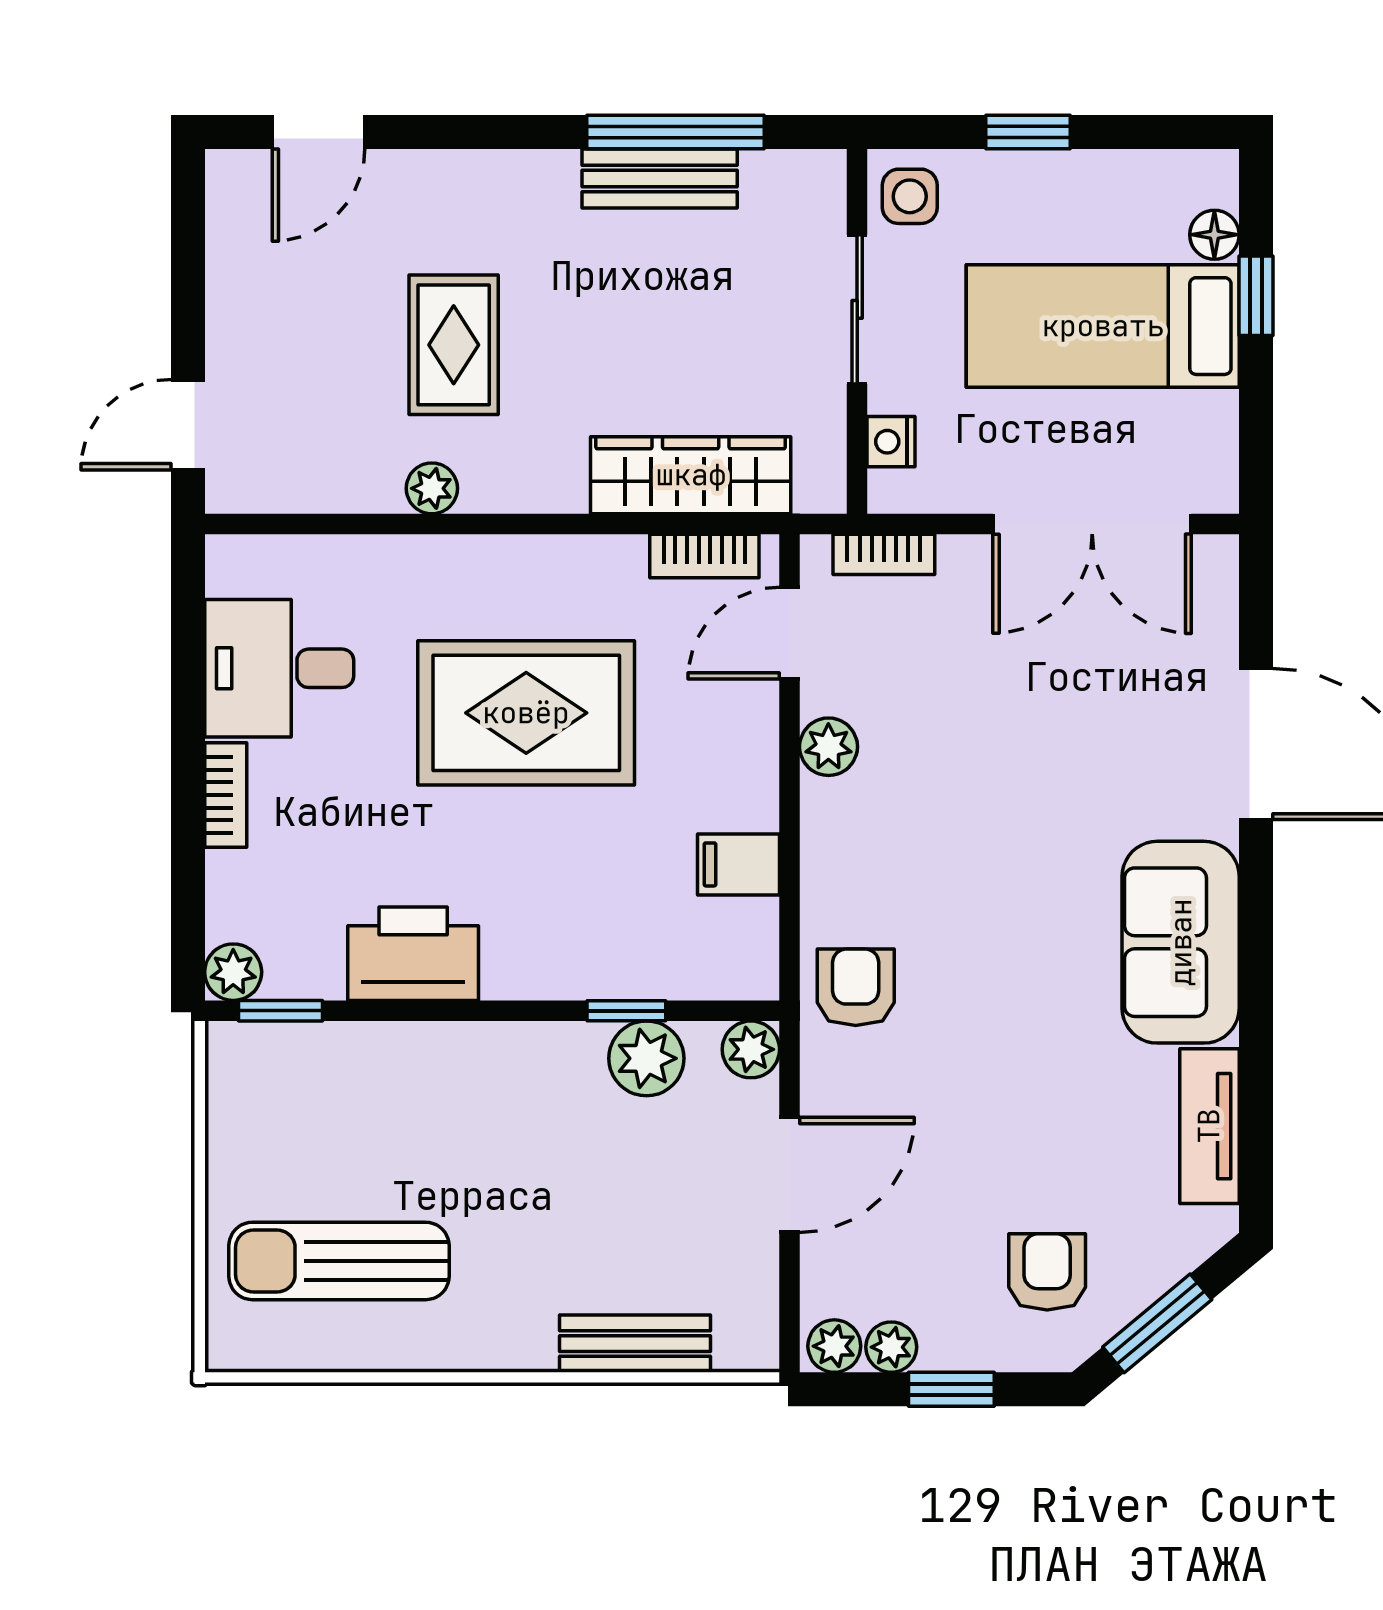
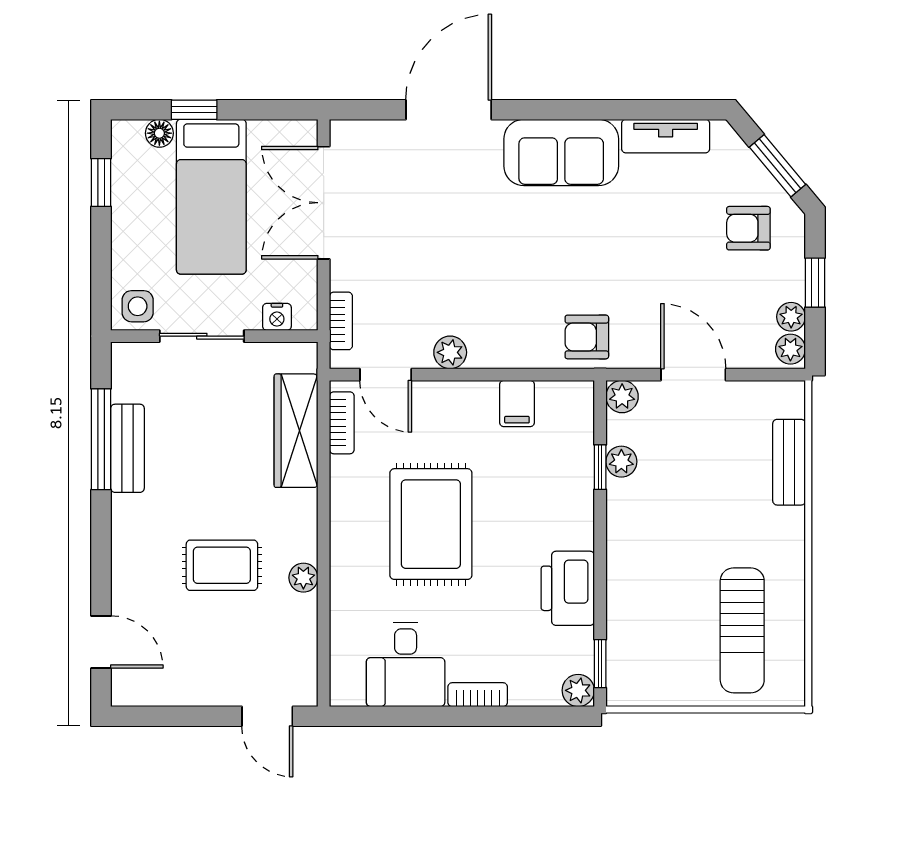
window: (1028, 132) -> (101, 182), moved
double door: (1092, 524) -> (324, 203), swing flipped
plant: (646, 1058) -> (621, 462), width x0.73, depth x0.73

